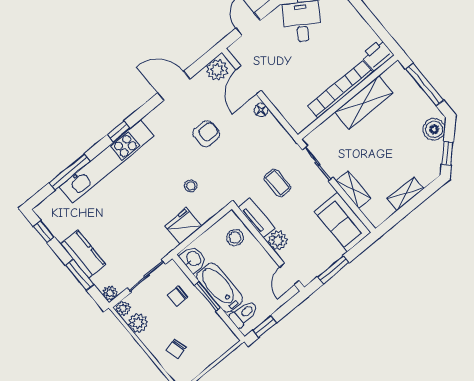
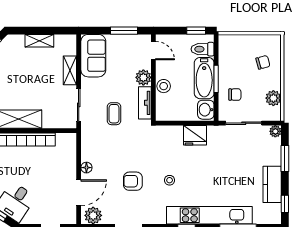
stool: (191, 186) -> (170, 180), moved
stool: (235, 238) -> (164, 86), moved
kitchen counter: (83, 254) -> (272, 184), moved
door: (289, 274) -> (153, 51), hinge flipped
plant: (123, 308) -> (275, 115), removed

